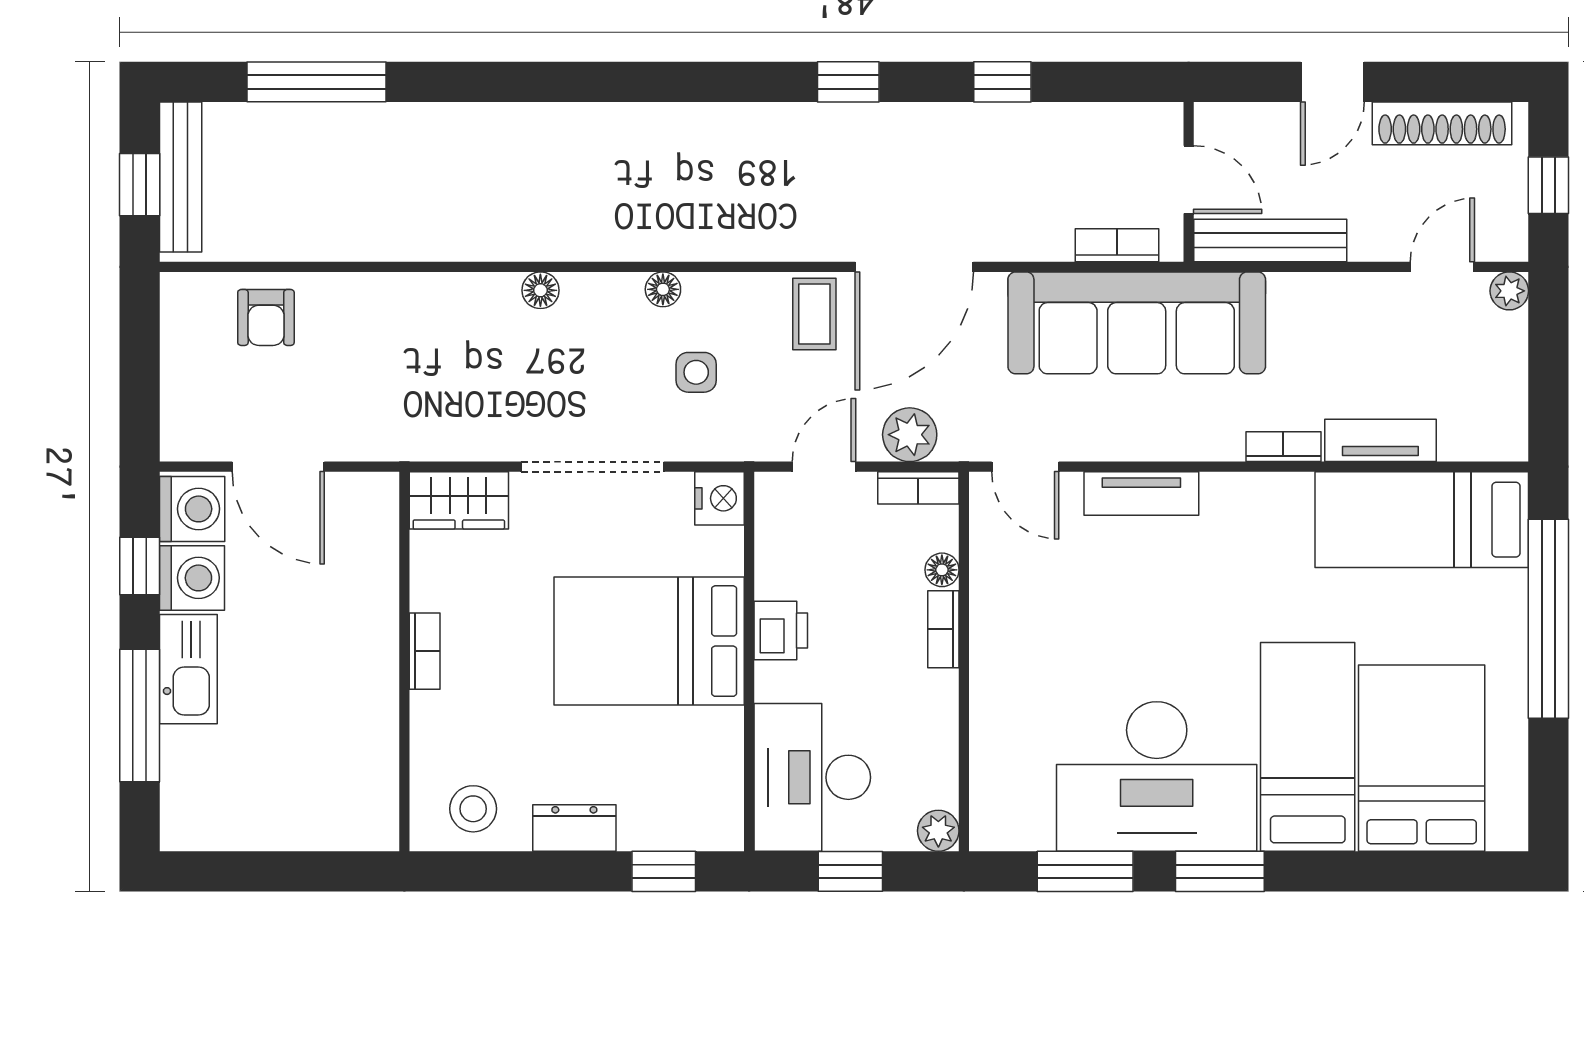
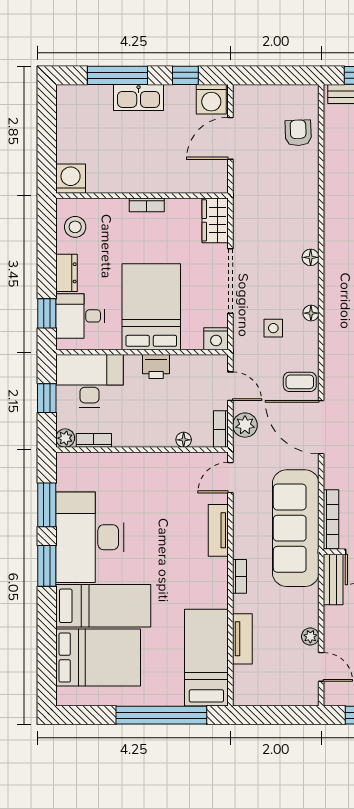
bench: (1270, 240) -> (333, 580), width x0.73
bookcase: (1117, 245) -> (331, 519), width x1.56
plant: (1509, 291) -> (310, 637), moved
armchair: (266, 317) -> (298, 133), turned 88
bookcase: (1283, 447) -> (240, 576), moved
washing machine: (192, 578) -> (71, 179), moved, turned 180
bookcase: (943, 629) -> (94, 440), moved
desk: (669, 798) -> (80, 316), added

